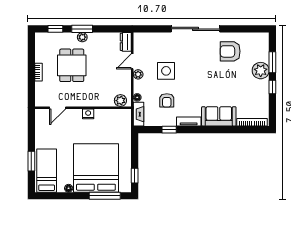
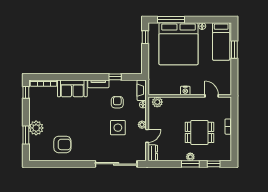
sliding door: (195, 29) -> (116, 164), moved
dining table: (72, 65) -> (199, 132), turned 90
window: (272, 87) -> (26, 92), moved
door: (58, 108) -> (212, 96), hinge flipped

